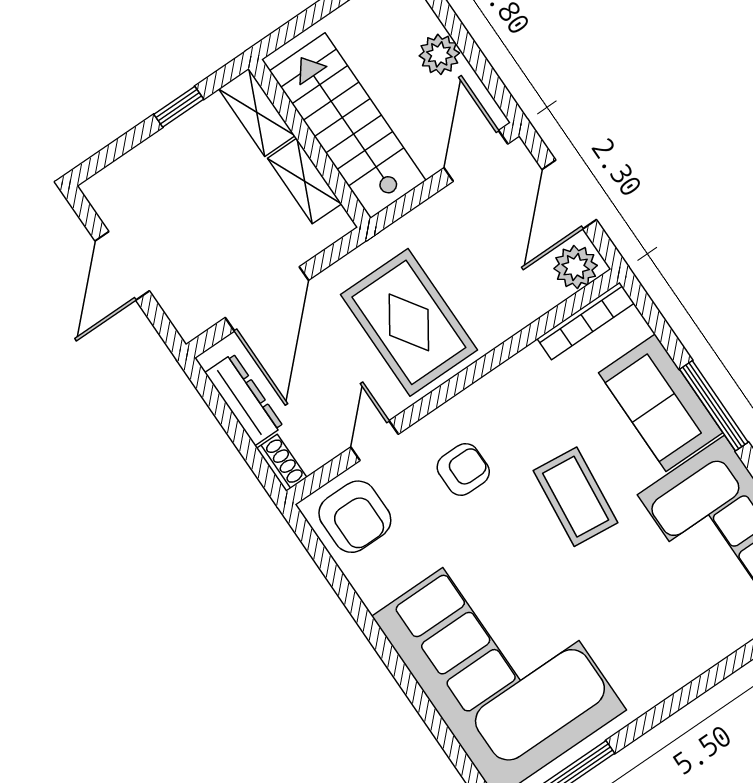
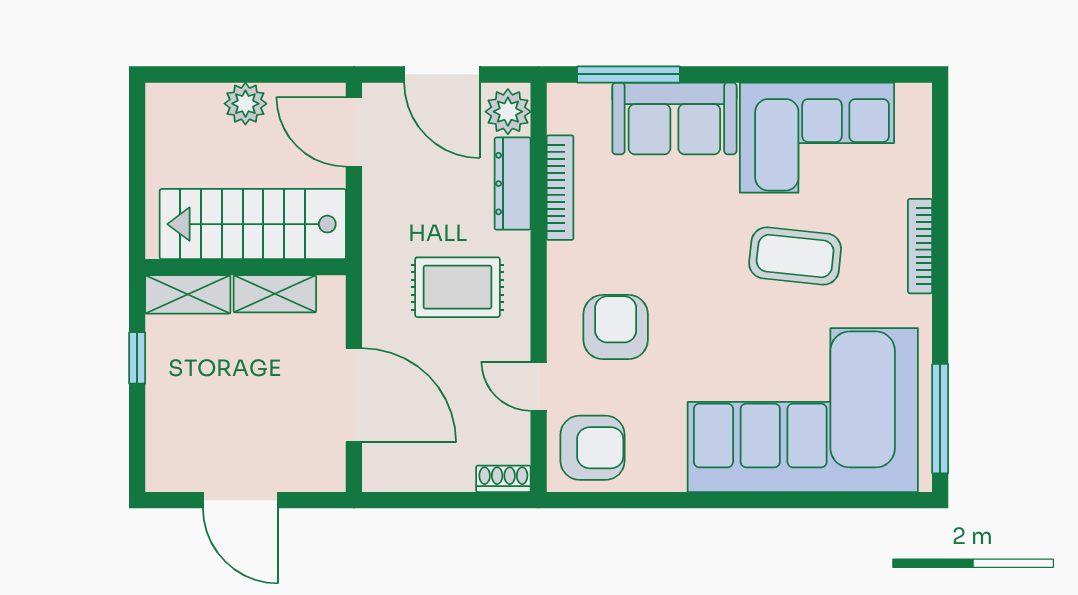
bookcase: (586, 321) -> (560, 188), moved
rug: (409, 322) -> (457, 287), width x0.73, depth x0.70
dresser: (244, 400) -> (513, 184), moved, turned -90
window: (714, 406) -> (628, 74), moved
armchair: (463, 469) -> (616, 327), width x1.38, depth x1.38
coffee table: (576, 497) -> (795, 256), moved
bookcase: (693, 667) -> (920, 246), added

